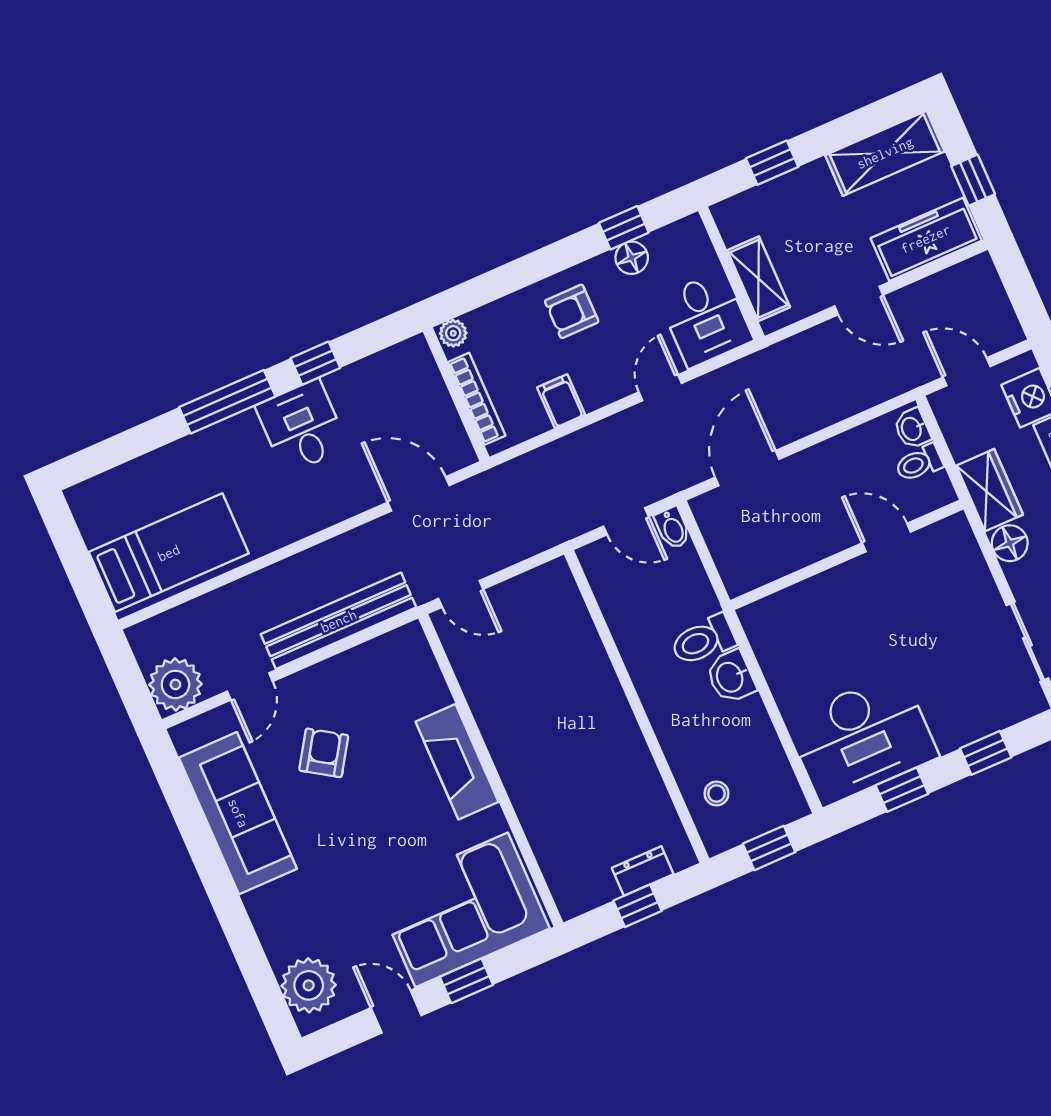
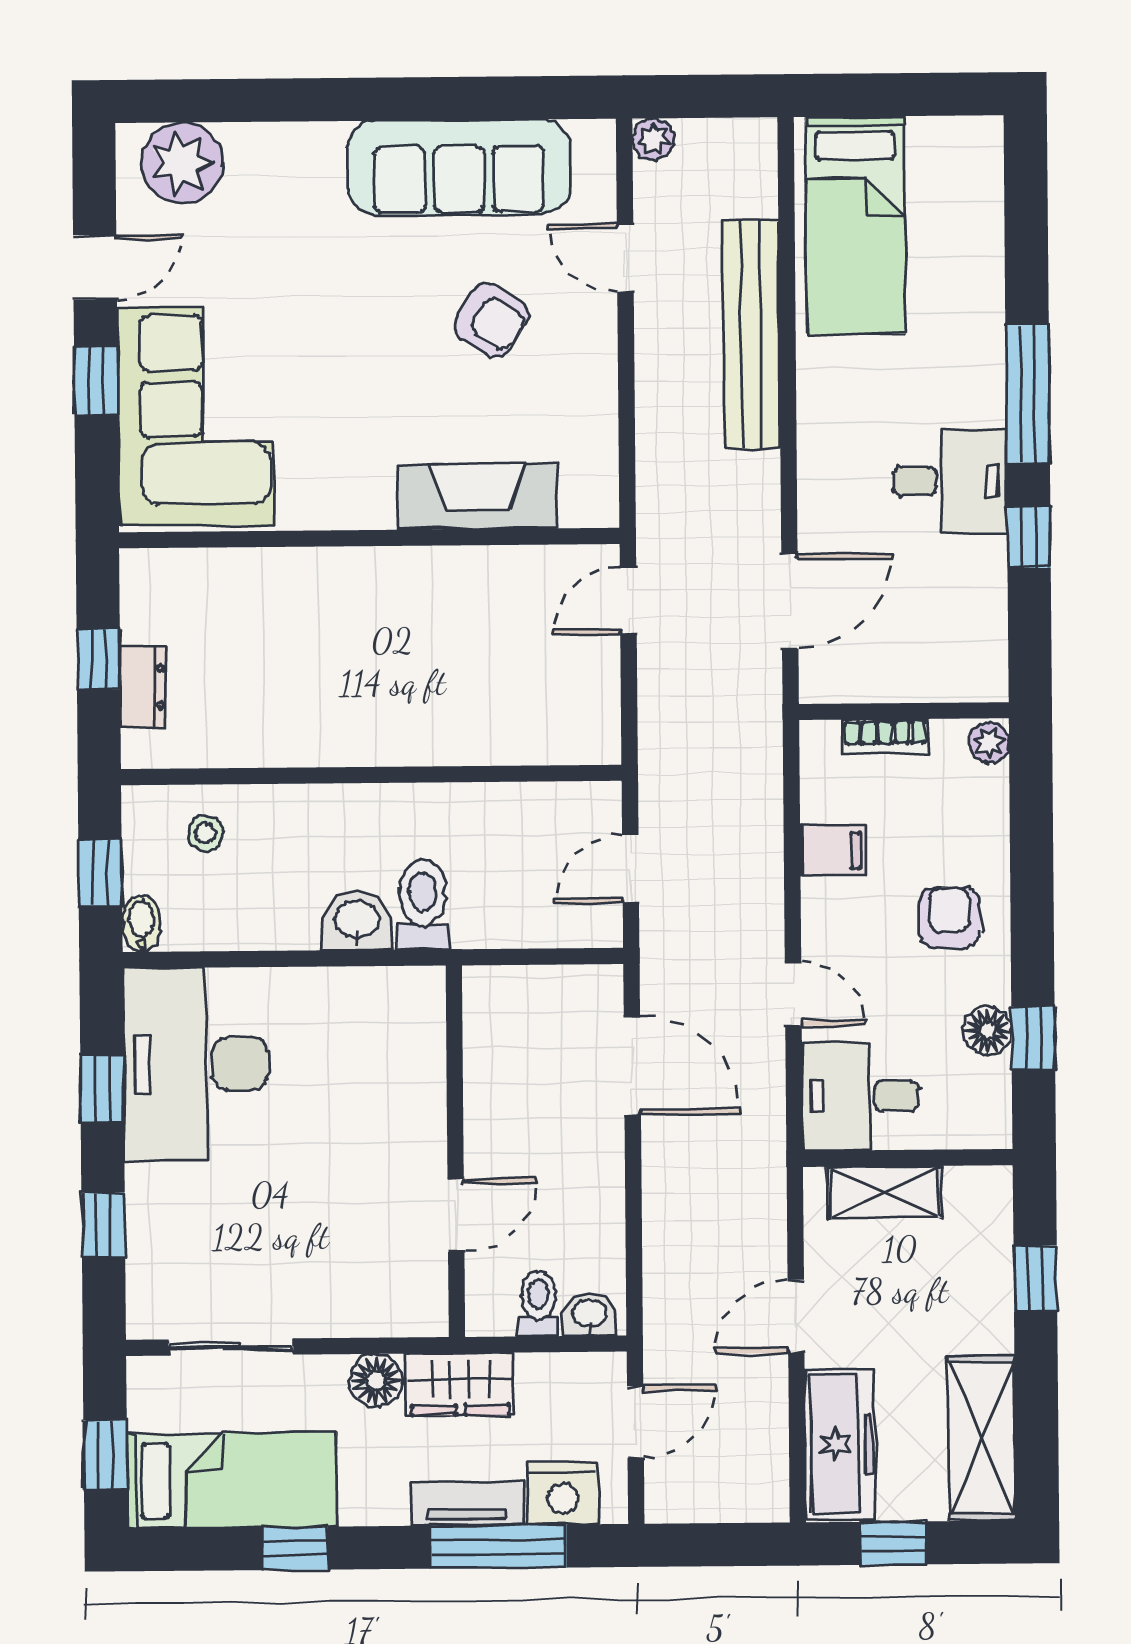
bookcase: (477, 399) -> (886, 737), width x0.64
bidet: (673, 528) -> (142, 923), moved, turned 90
bench: (339, 621) -> (751, 335), moved
plant: (175, 684) -> (653, 139), width x0.53, depth x0.53
fireplace: (457, 762) -> (478, 496), moved

